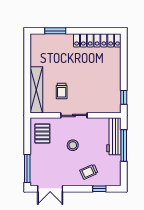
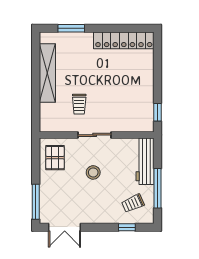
shelving: (36, 90) -> (47, 73), moved
window: (124, 146) -> (157, 188), moved
trolley: (89, 172) -> (133, 203), moved

